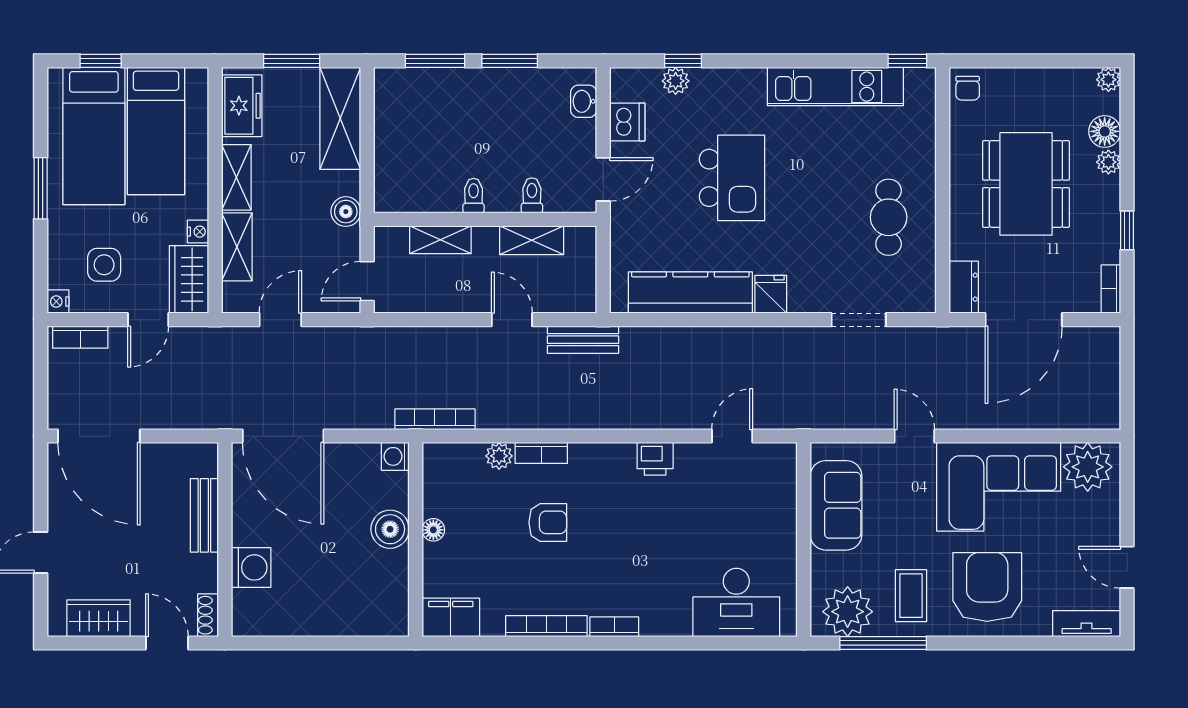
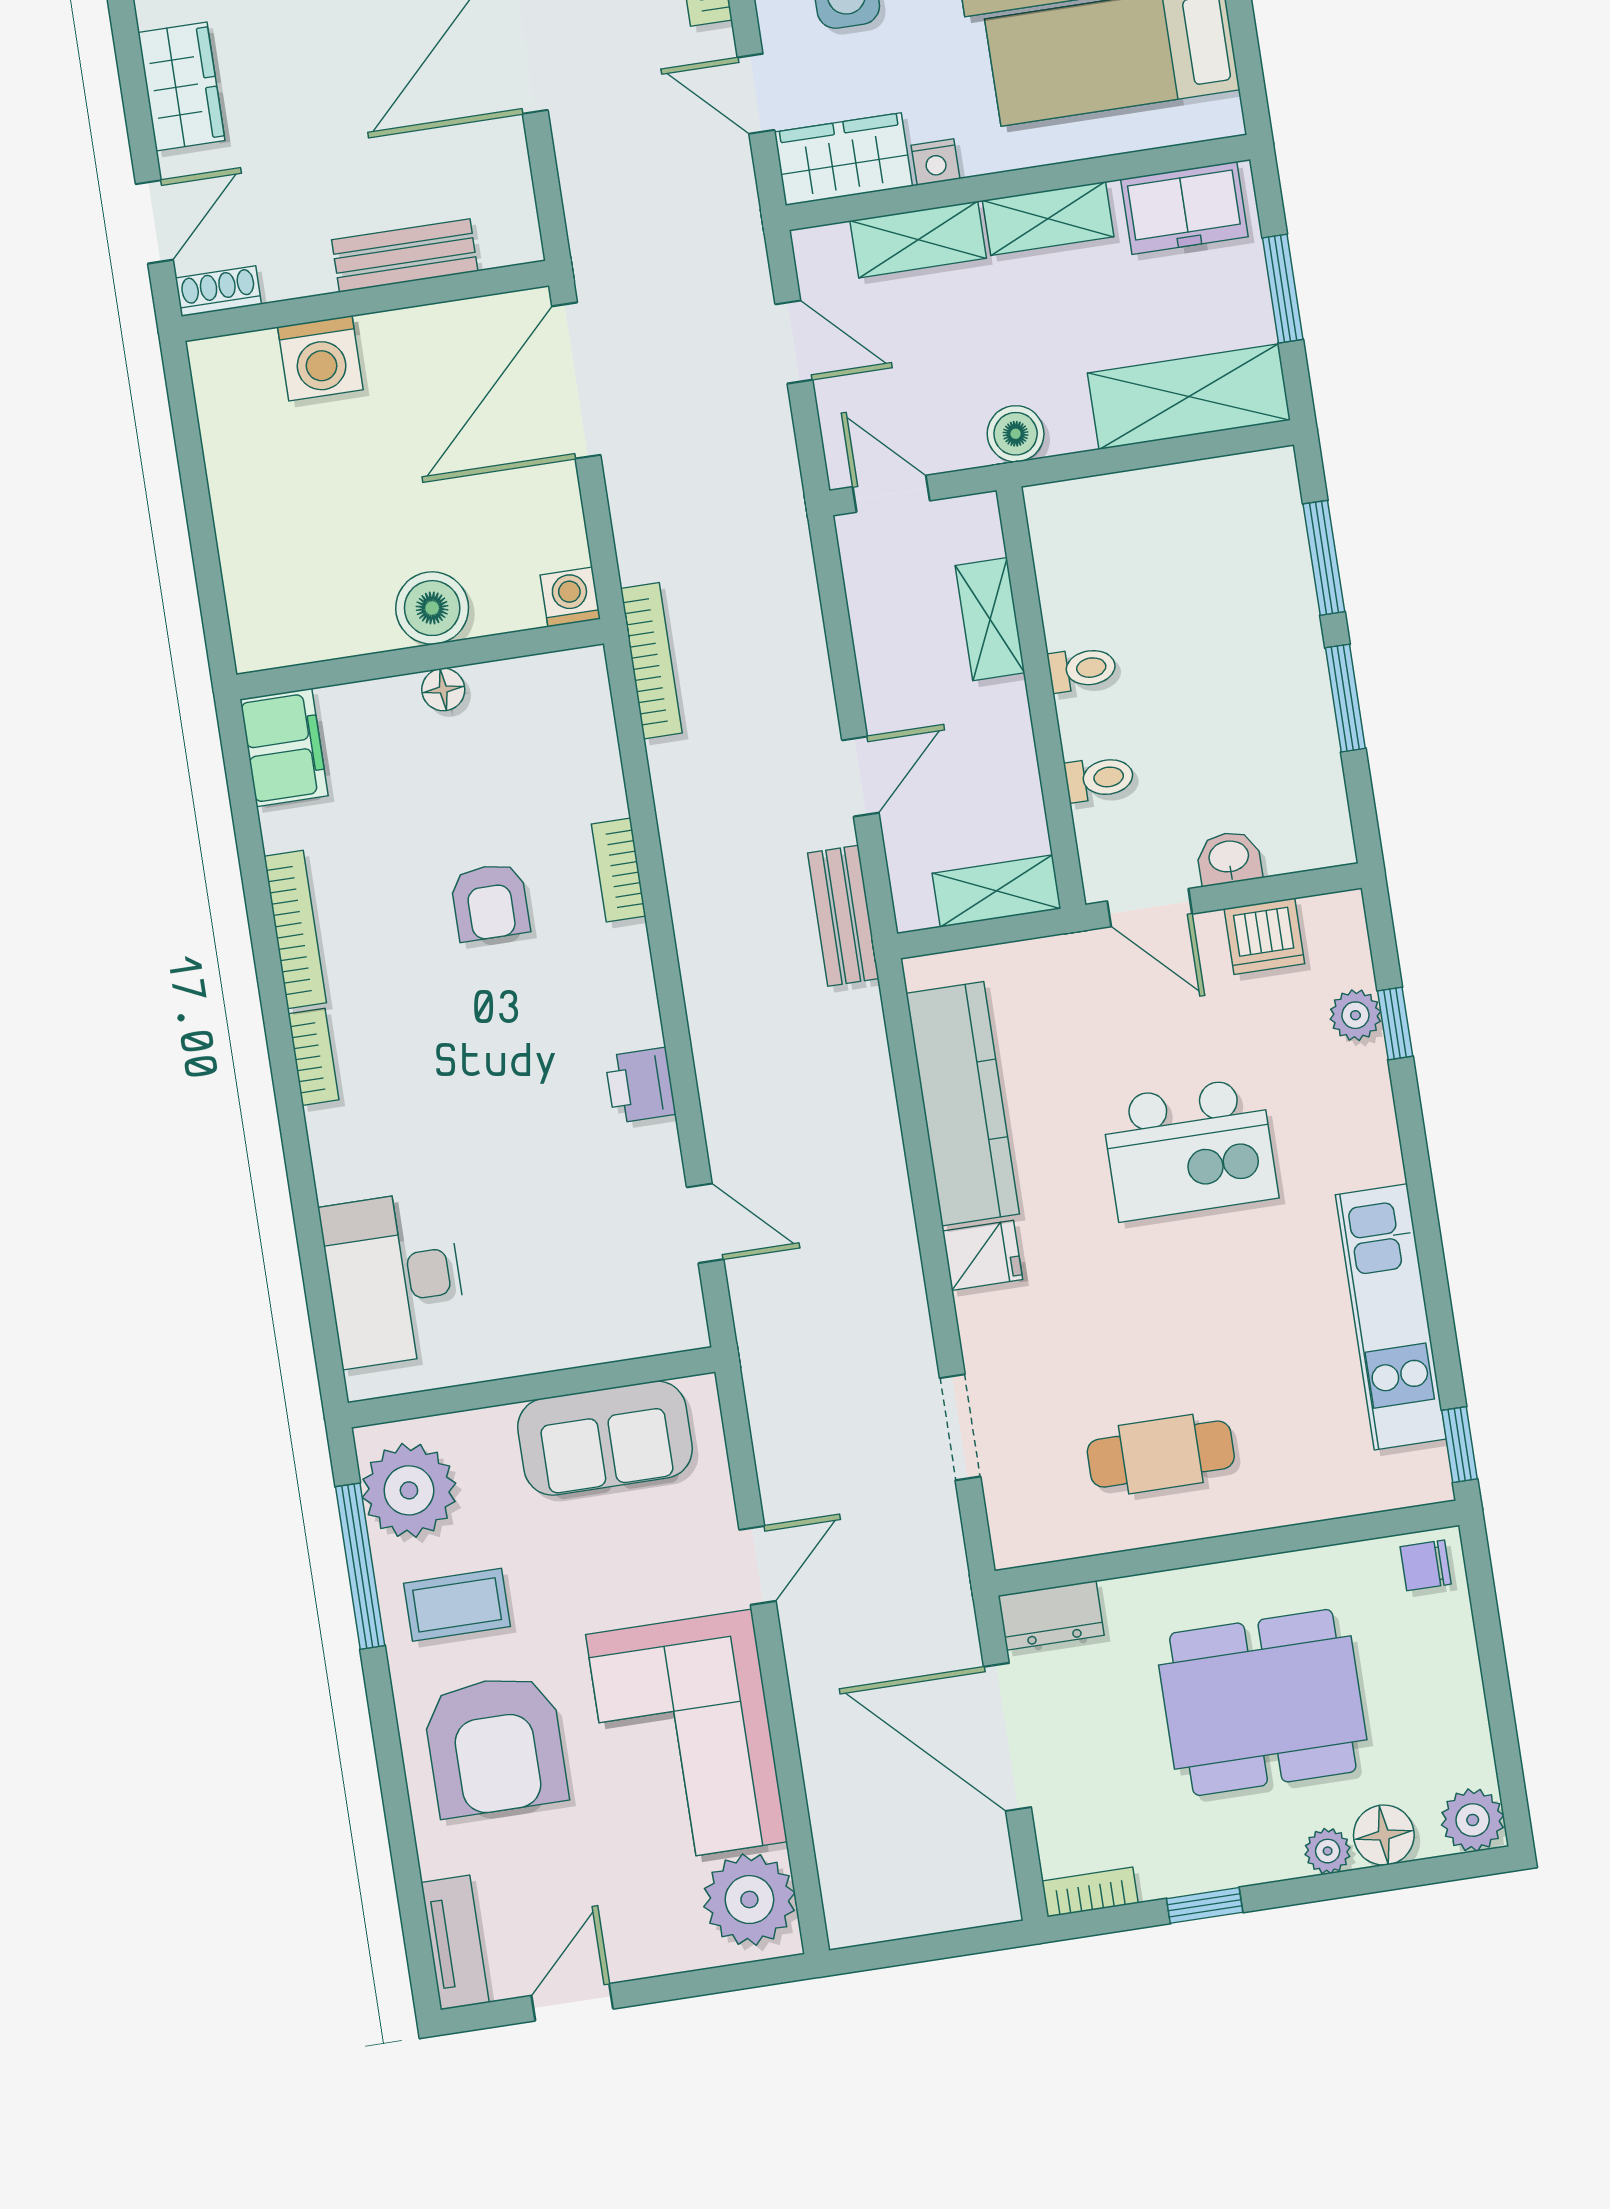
plant: (1108, 80) -> (1473, 1820), width x1.38, depth x1.38
washbasin: (584, 101) -> (1229, 858), moved
shelving: (532, 240) -> (997, 891), moved, turned 90
plant: (499, 456) -> (601, 792), removed
armchair: (987, 587) -> (495, 1745), turned 90

